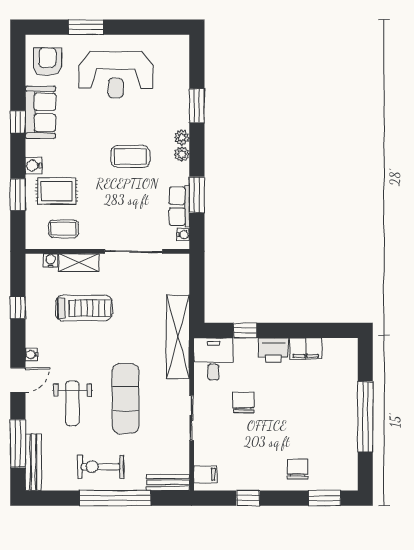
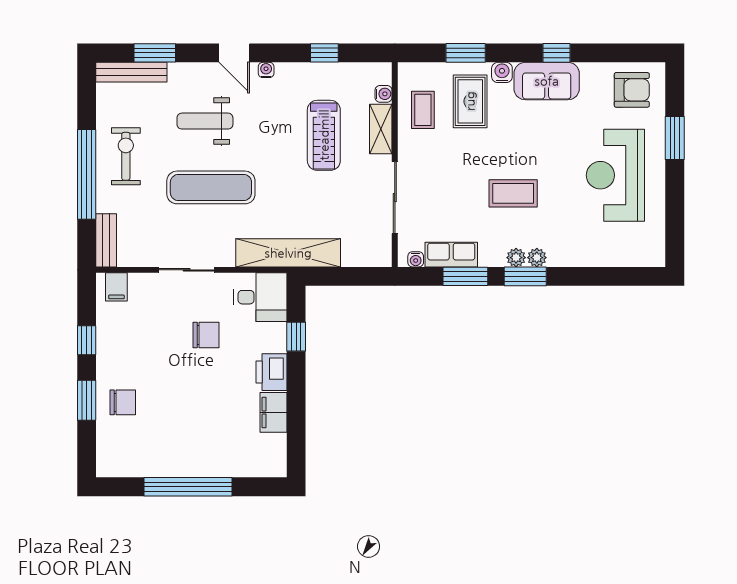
window: (197, 106) -> (525, 276), moved
sofa: (40, 112) -> (547, 81), moved
coffee table: (130, 157) -> (513, 193), turned 90
window: (18, 443) -> (155, 53), width x0.69
window: (325, 498) -> (87, 400), moved

